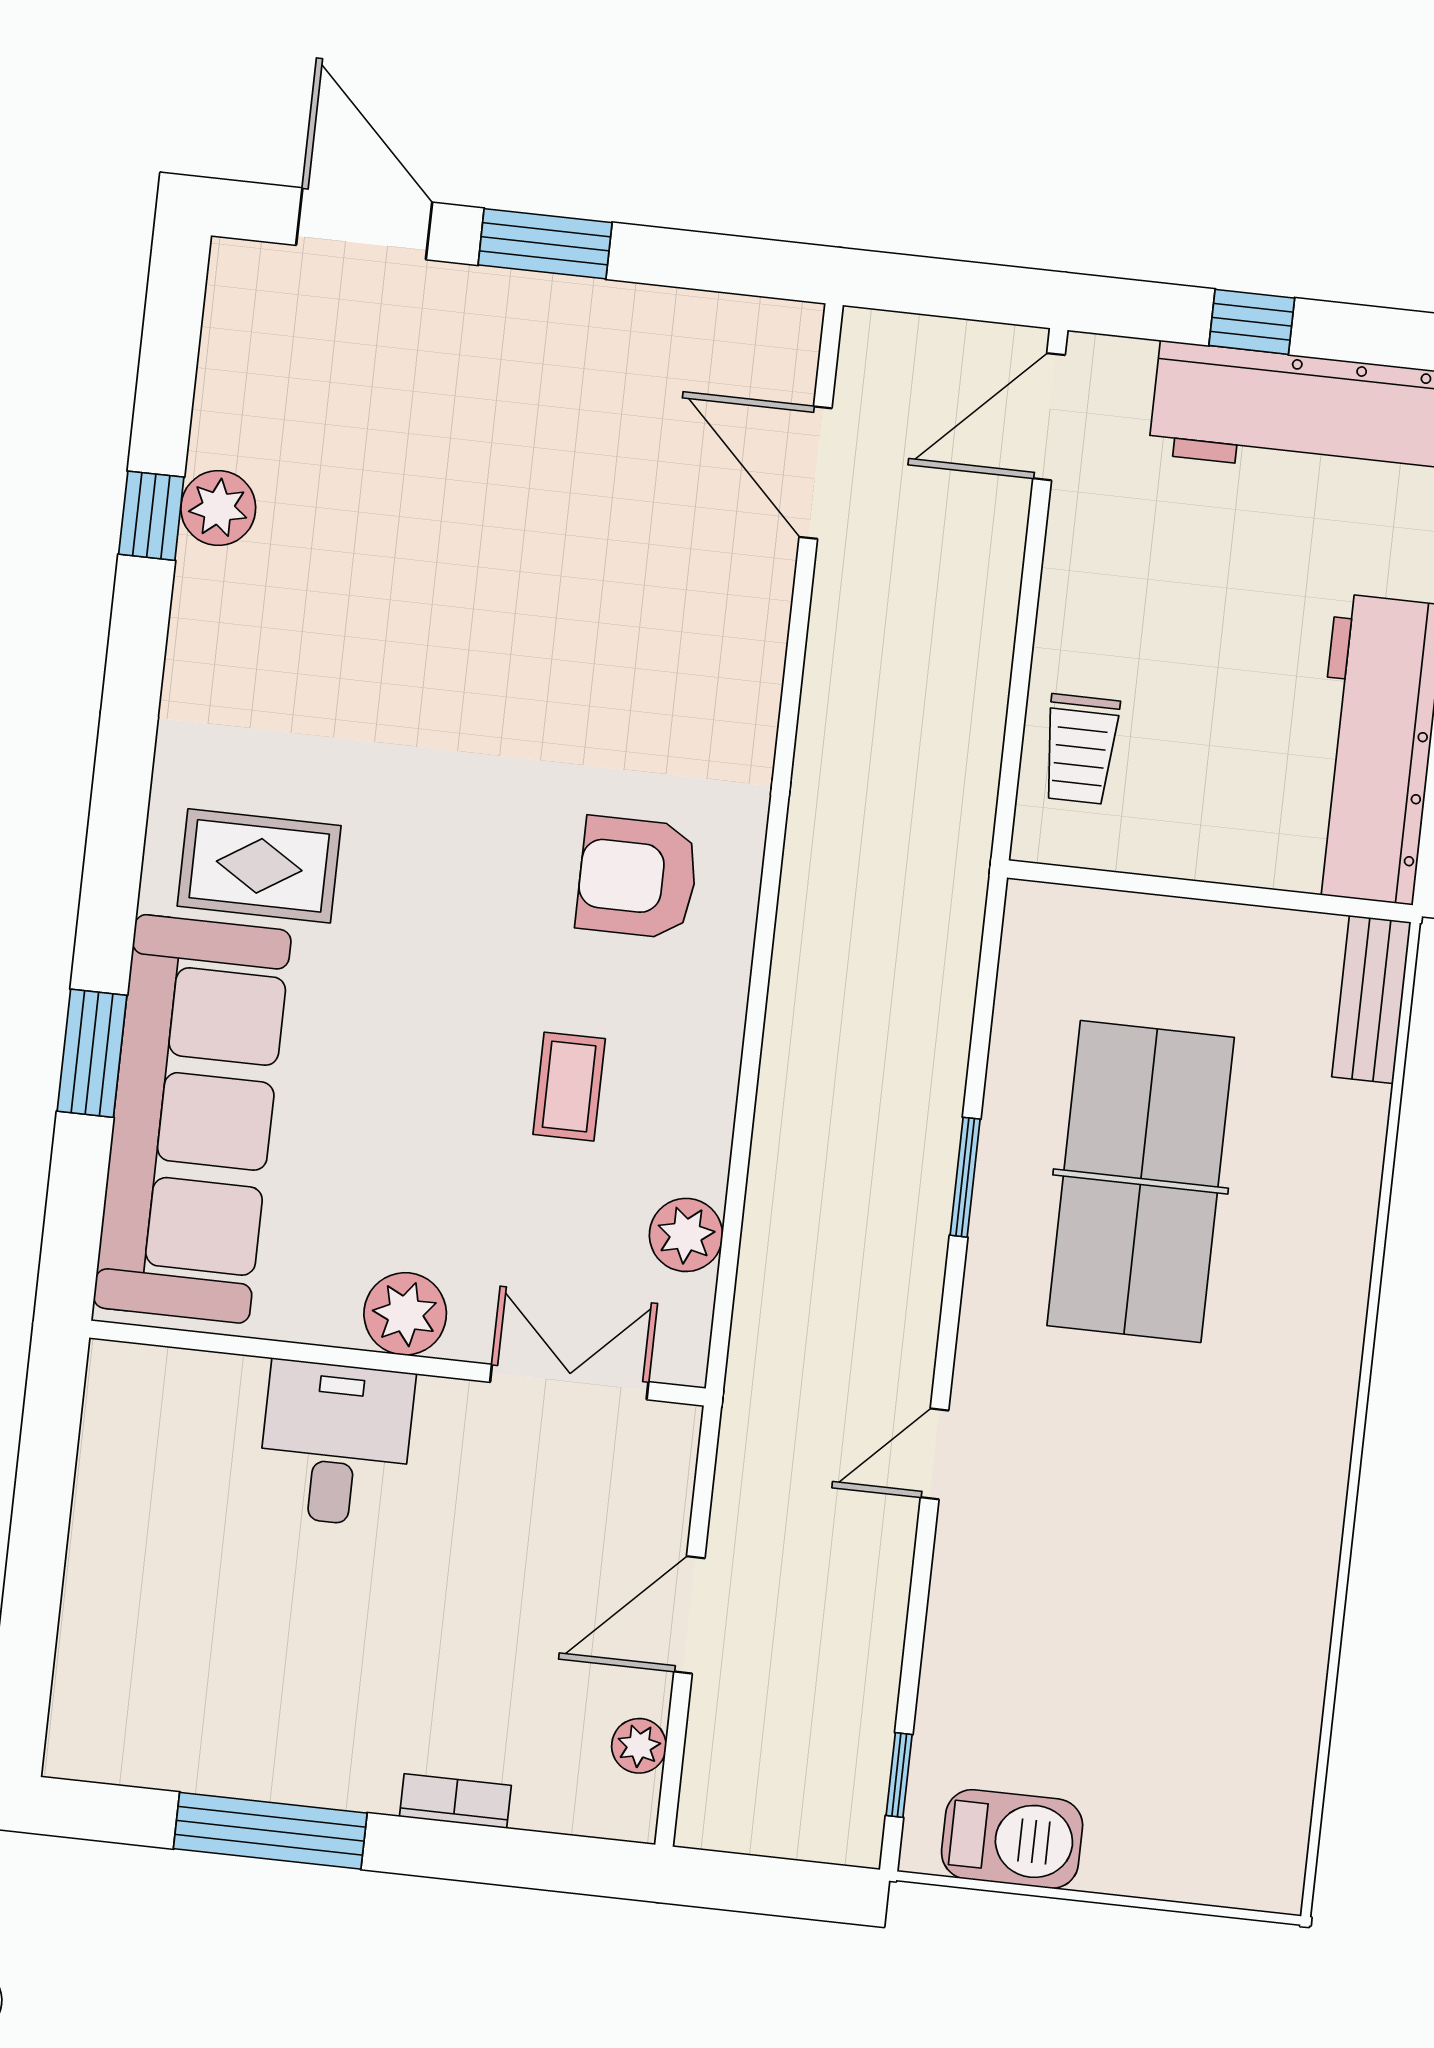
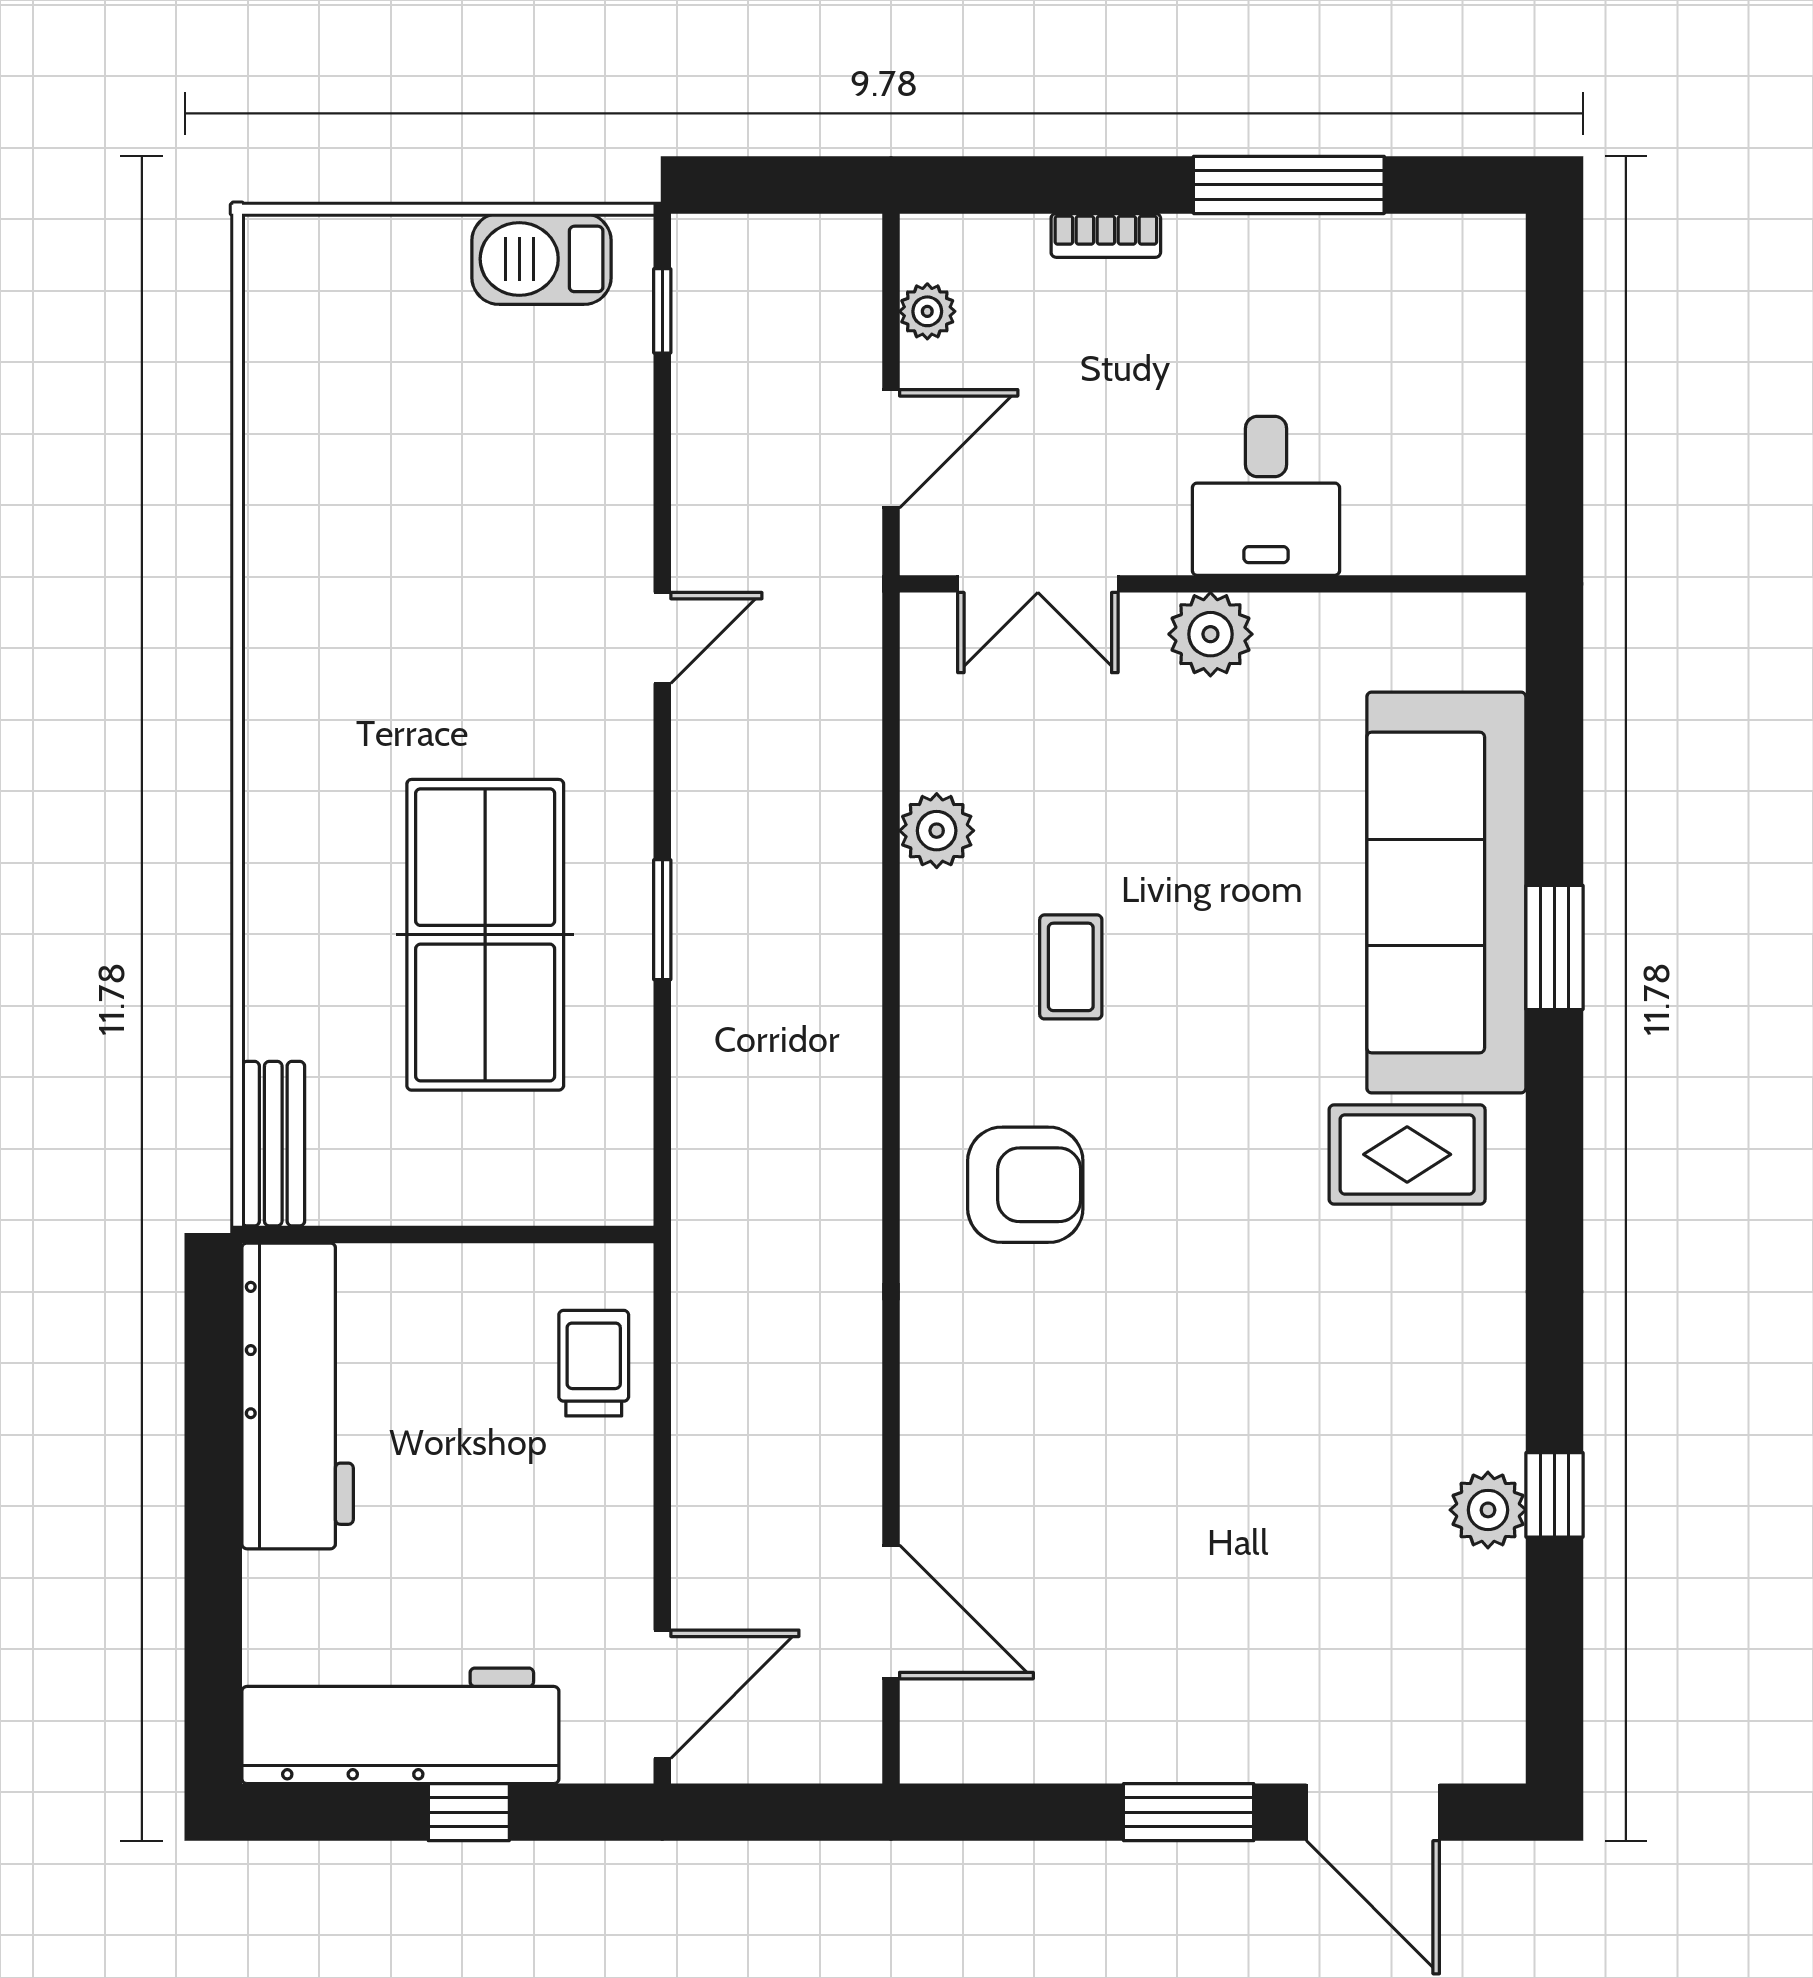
plant: (405, 1314) -> (1210, 634), moved
wall: (397, 1363) -> (1213, 584), moved
double door: (569, 1382) -> (1038, 584), moved
desk: (336, 1444) -> (1266, 496), moved

